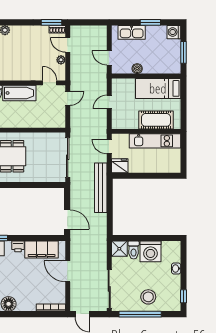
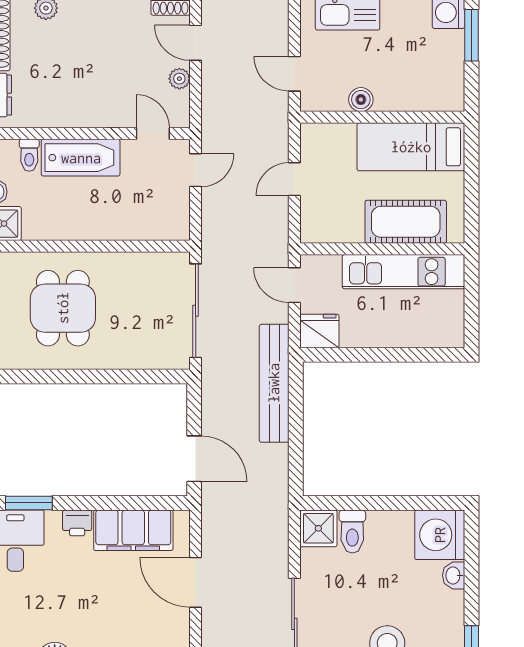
window: (184, 52) -> (471, 35), moved
washing machine: (150, 251) -> (440, 535), moved, turned 90

